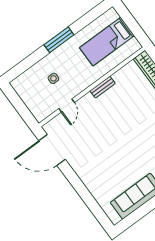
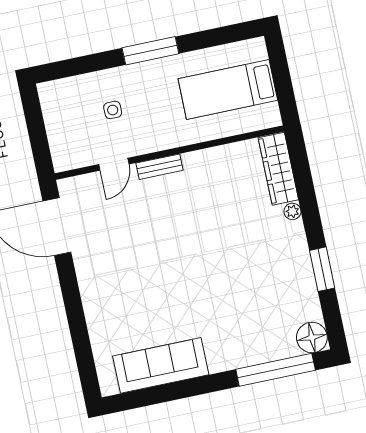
bench: (103, 87) -> (159, 167), moved

